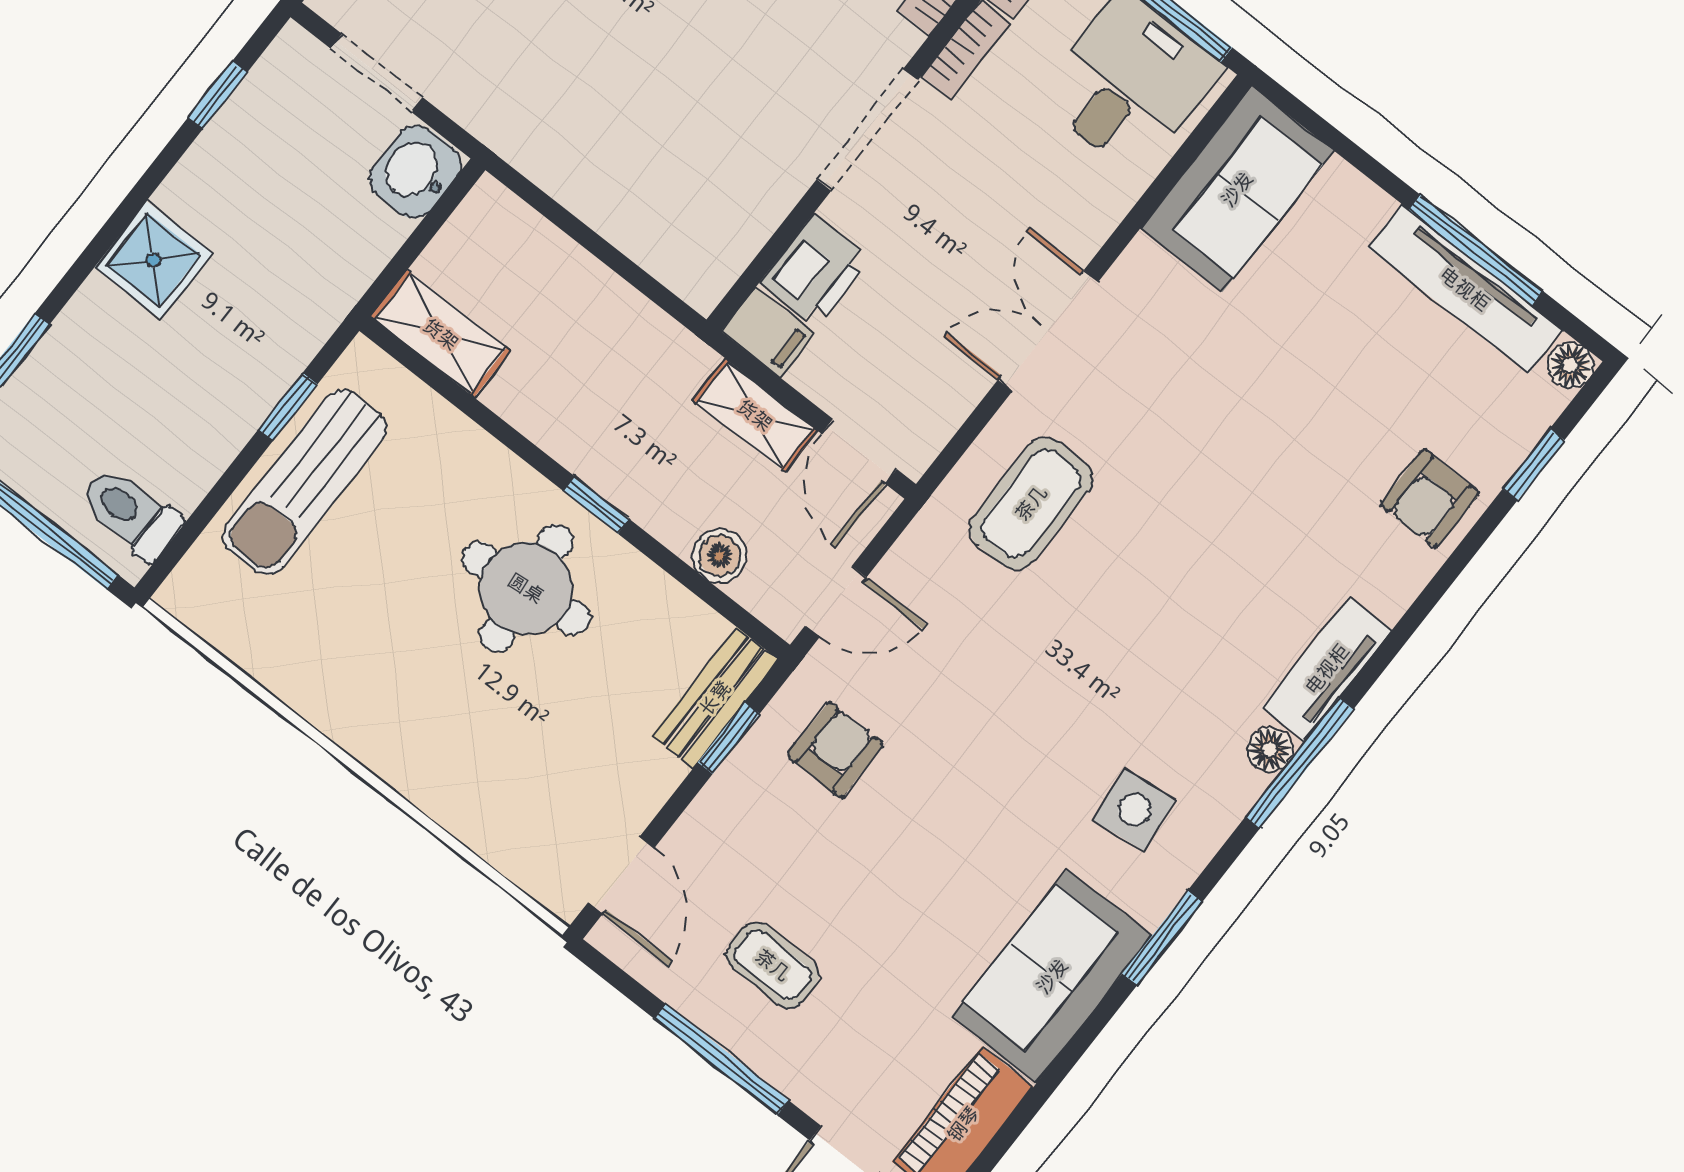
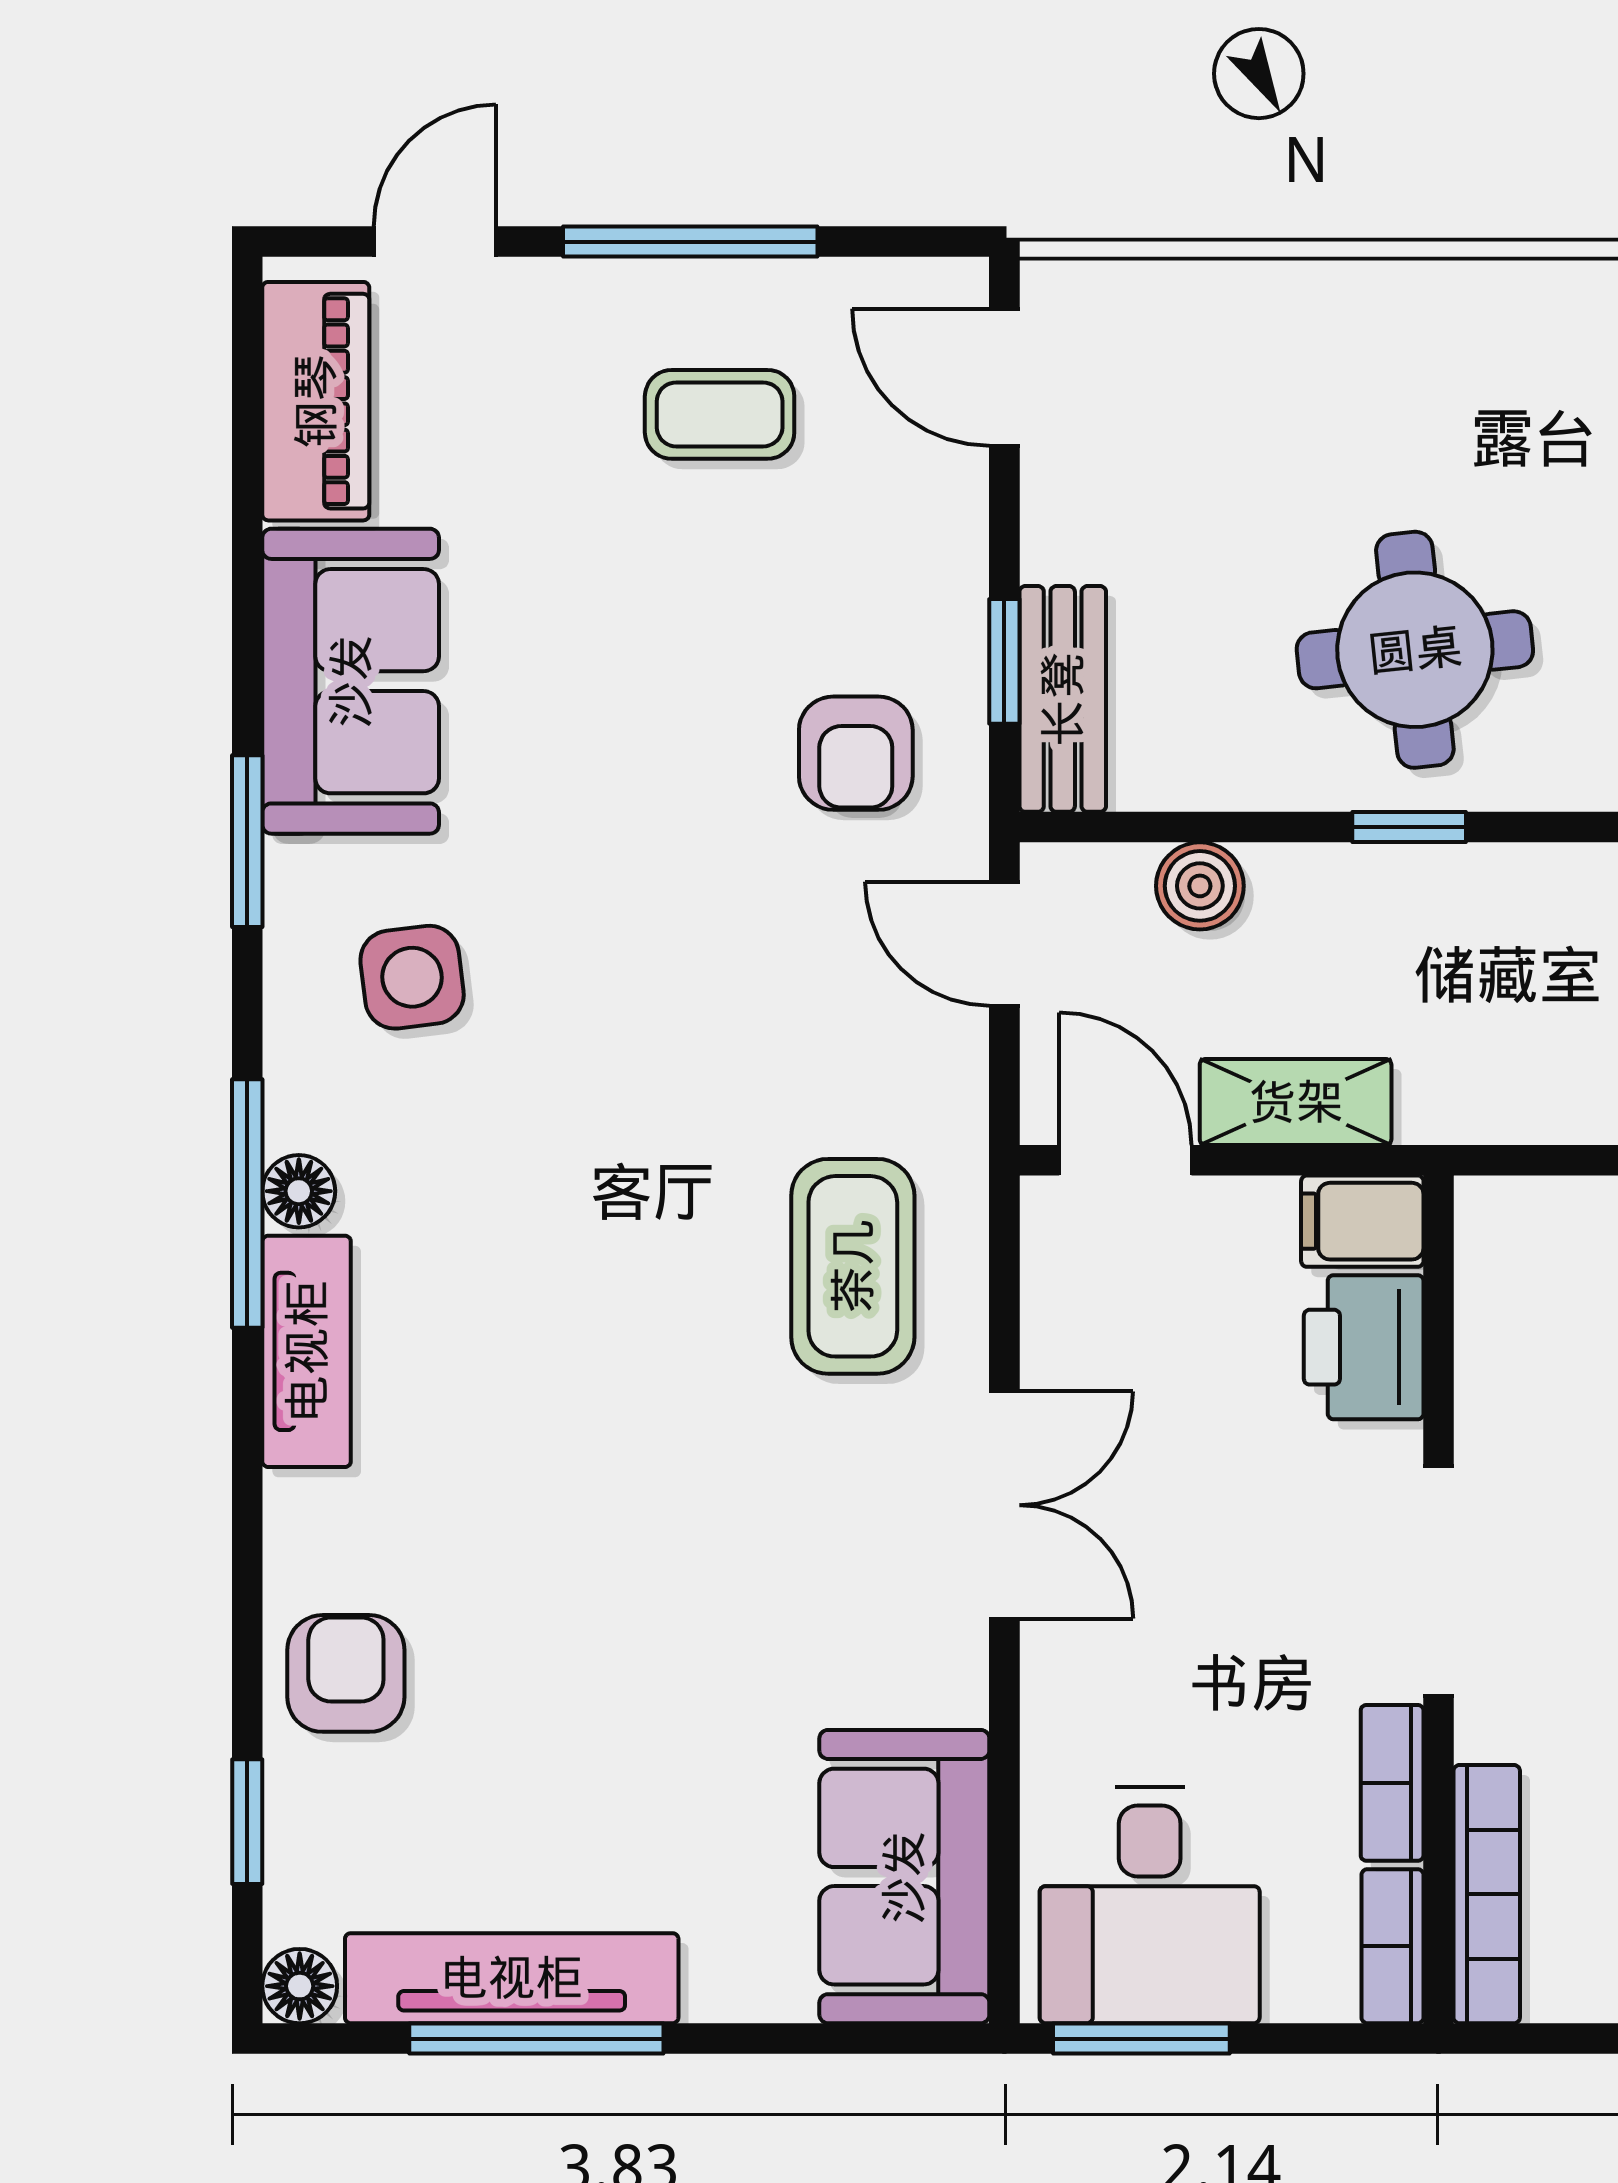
door: (836, 602) -> (1004, 944), hinge flipped

